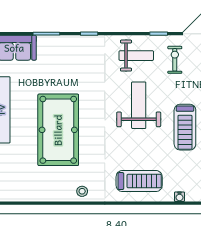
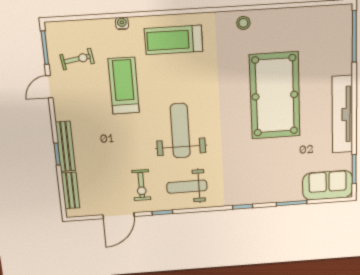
weight bench: (139, 105) -> (180, 131), turned 180
treadmill: (185, 127) -> (124, 86), moved

